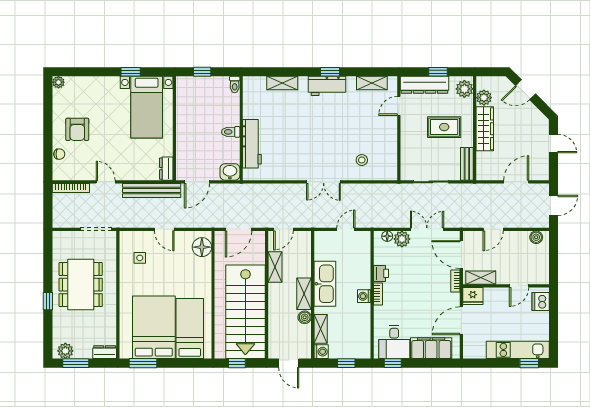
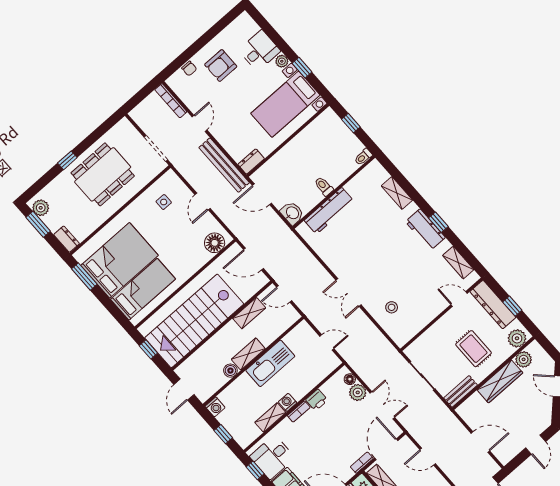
plant: (58, 82) -> (282, 61), moved
desk: (91, 92) -> (260, 51), added
shelving: (321, 329) -> (270, 417), moved

